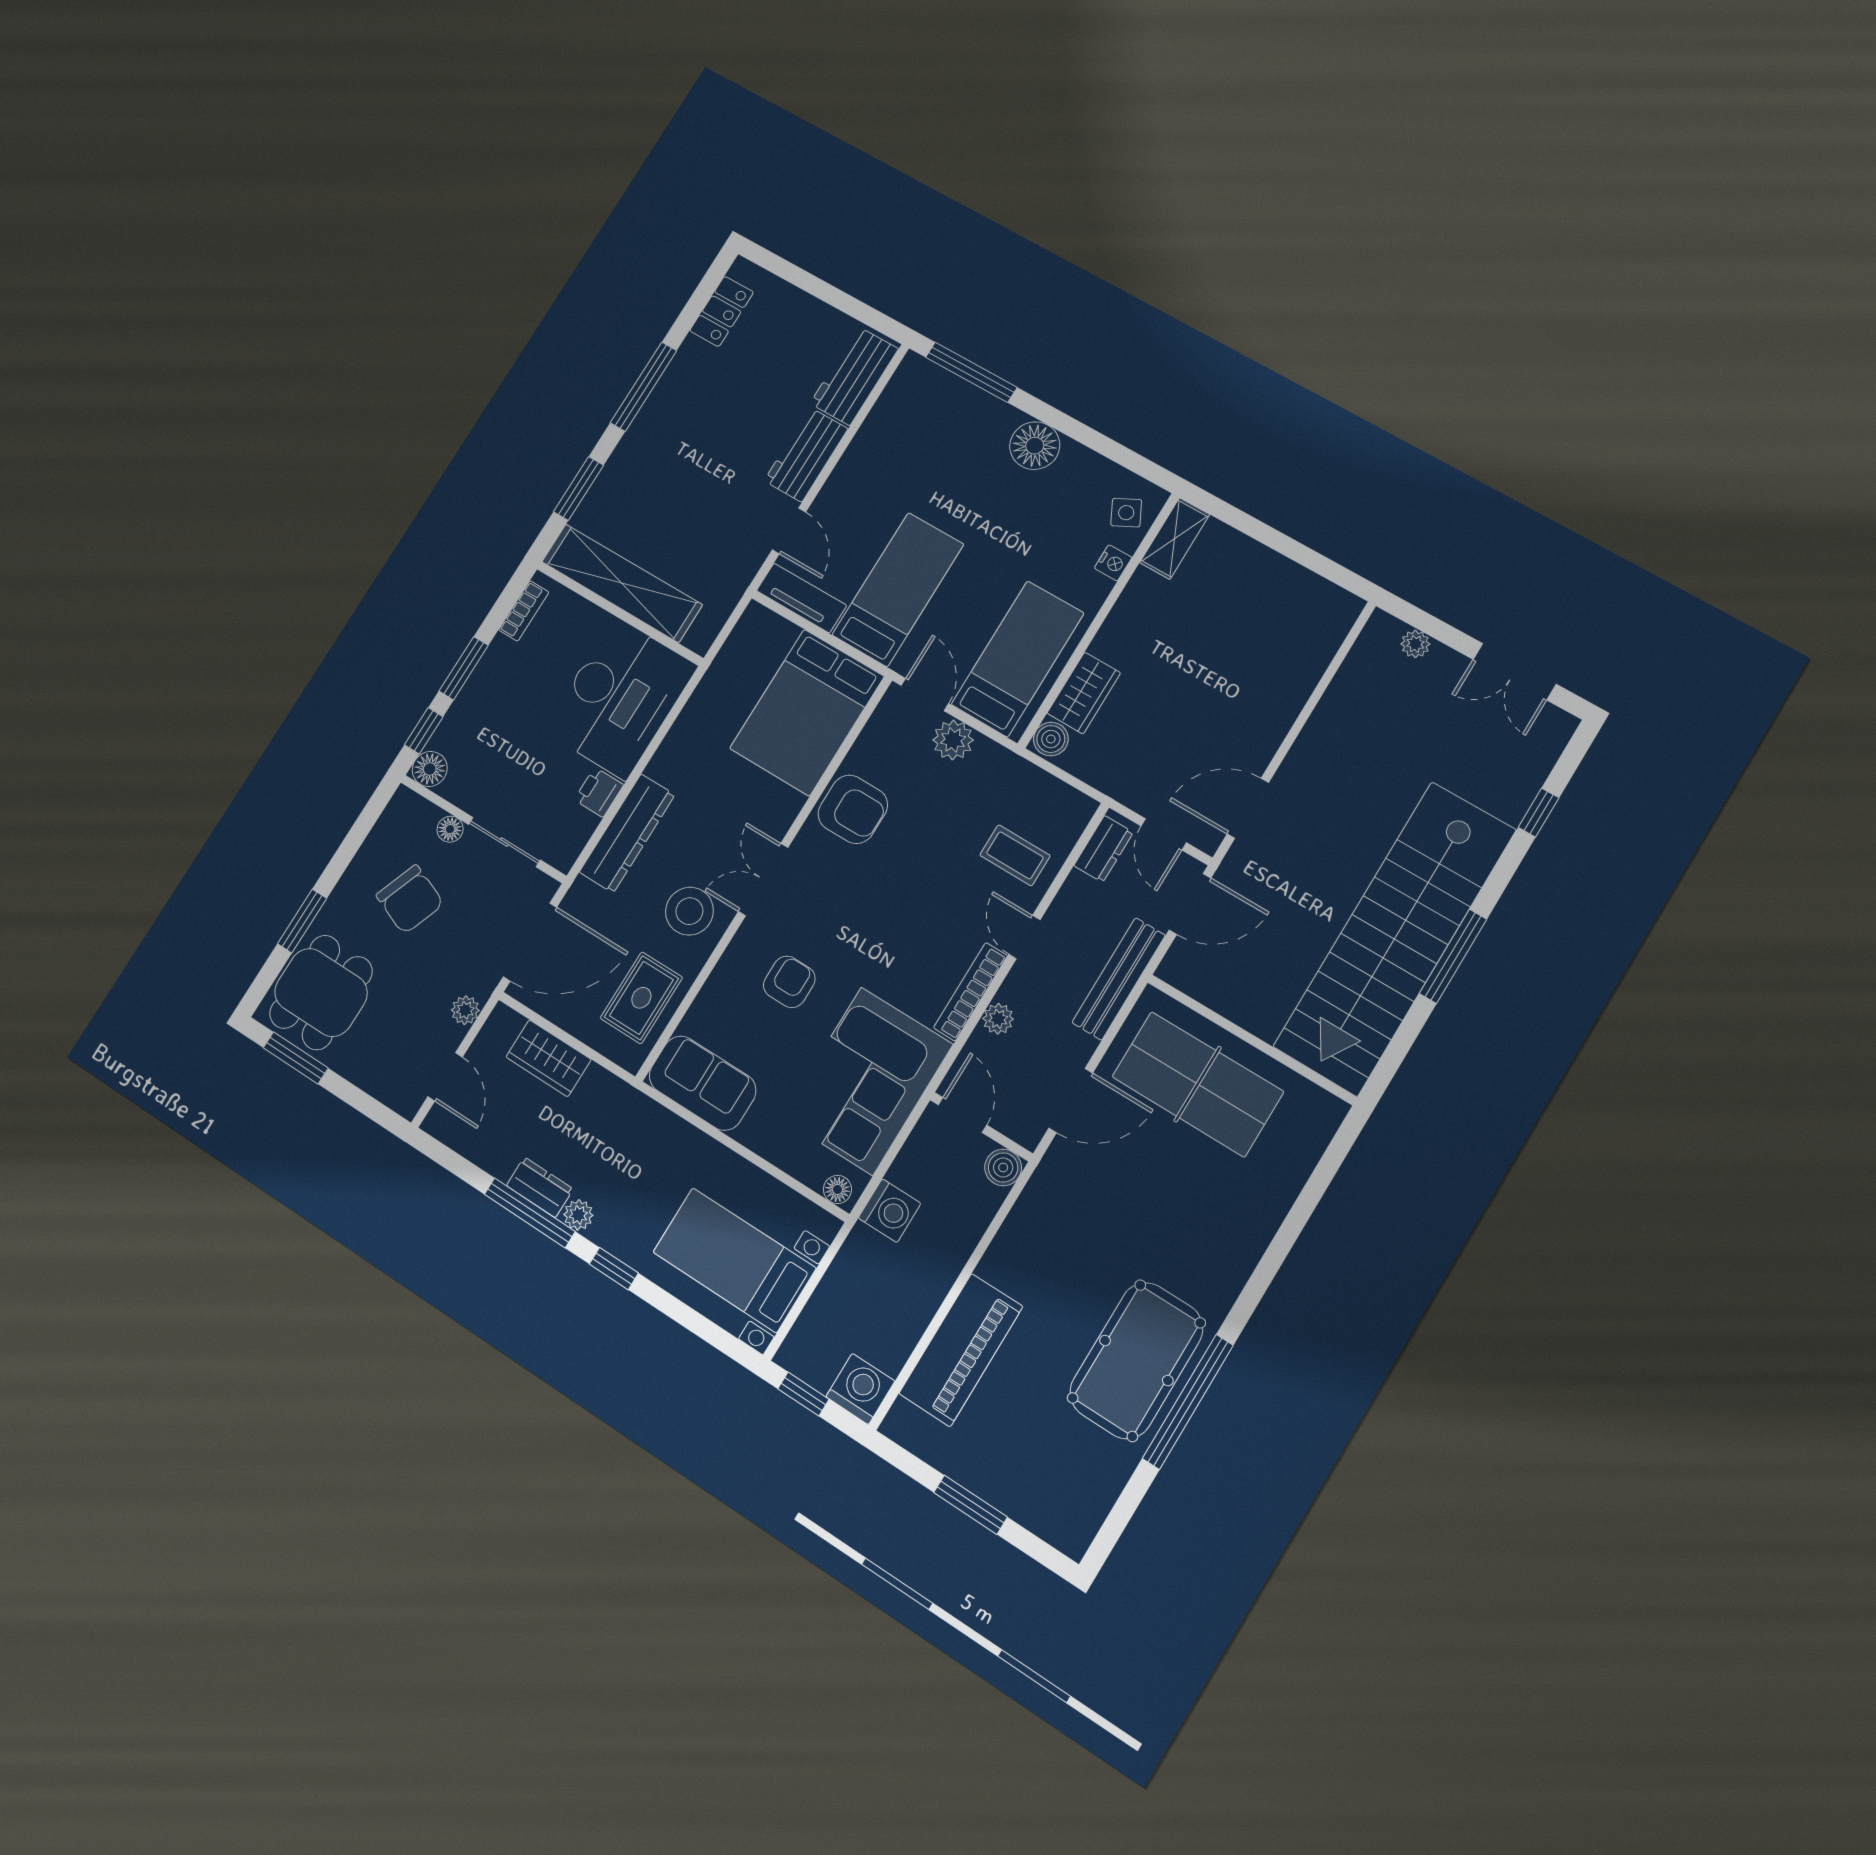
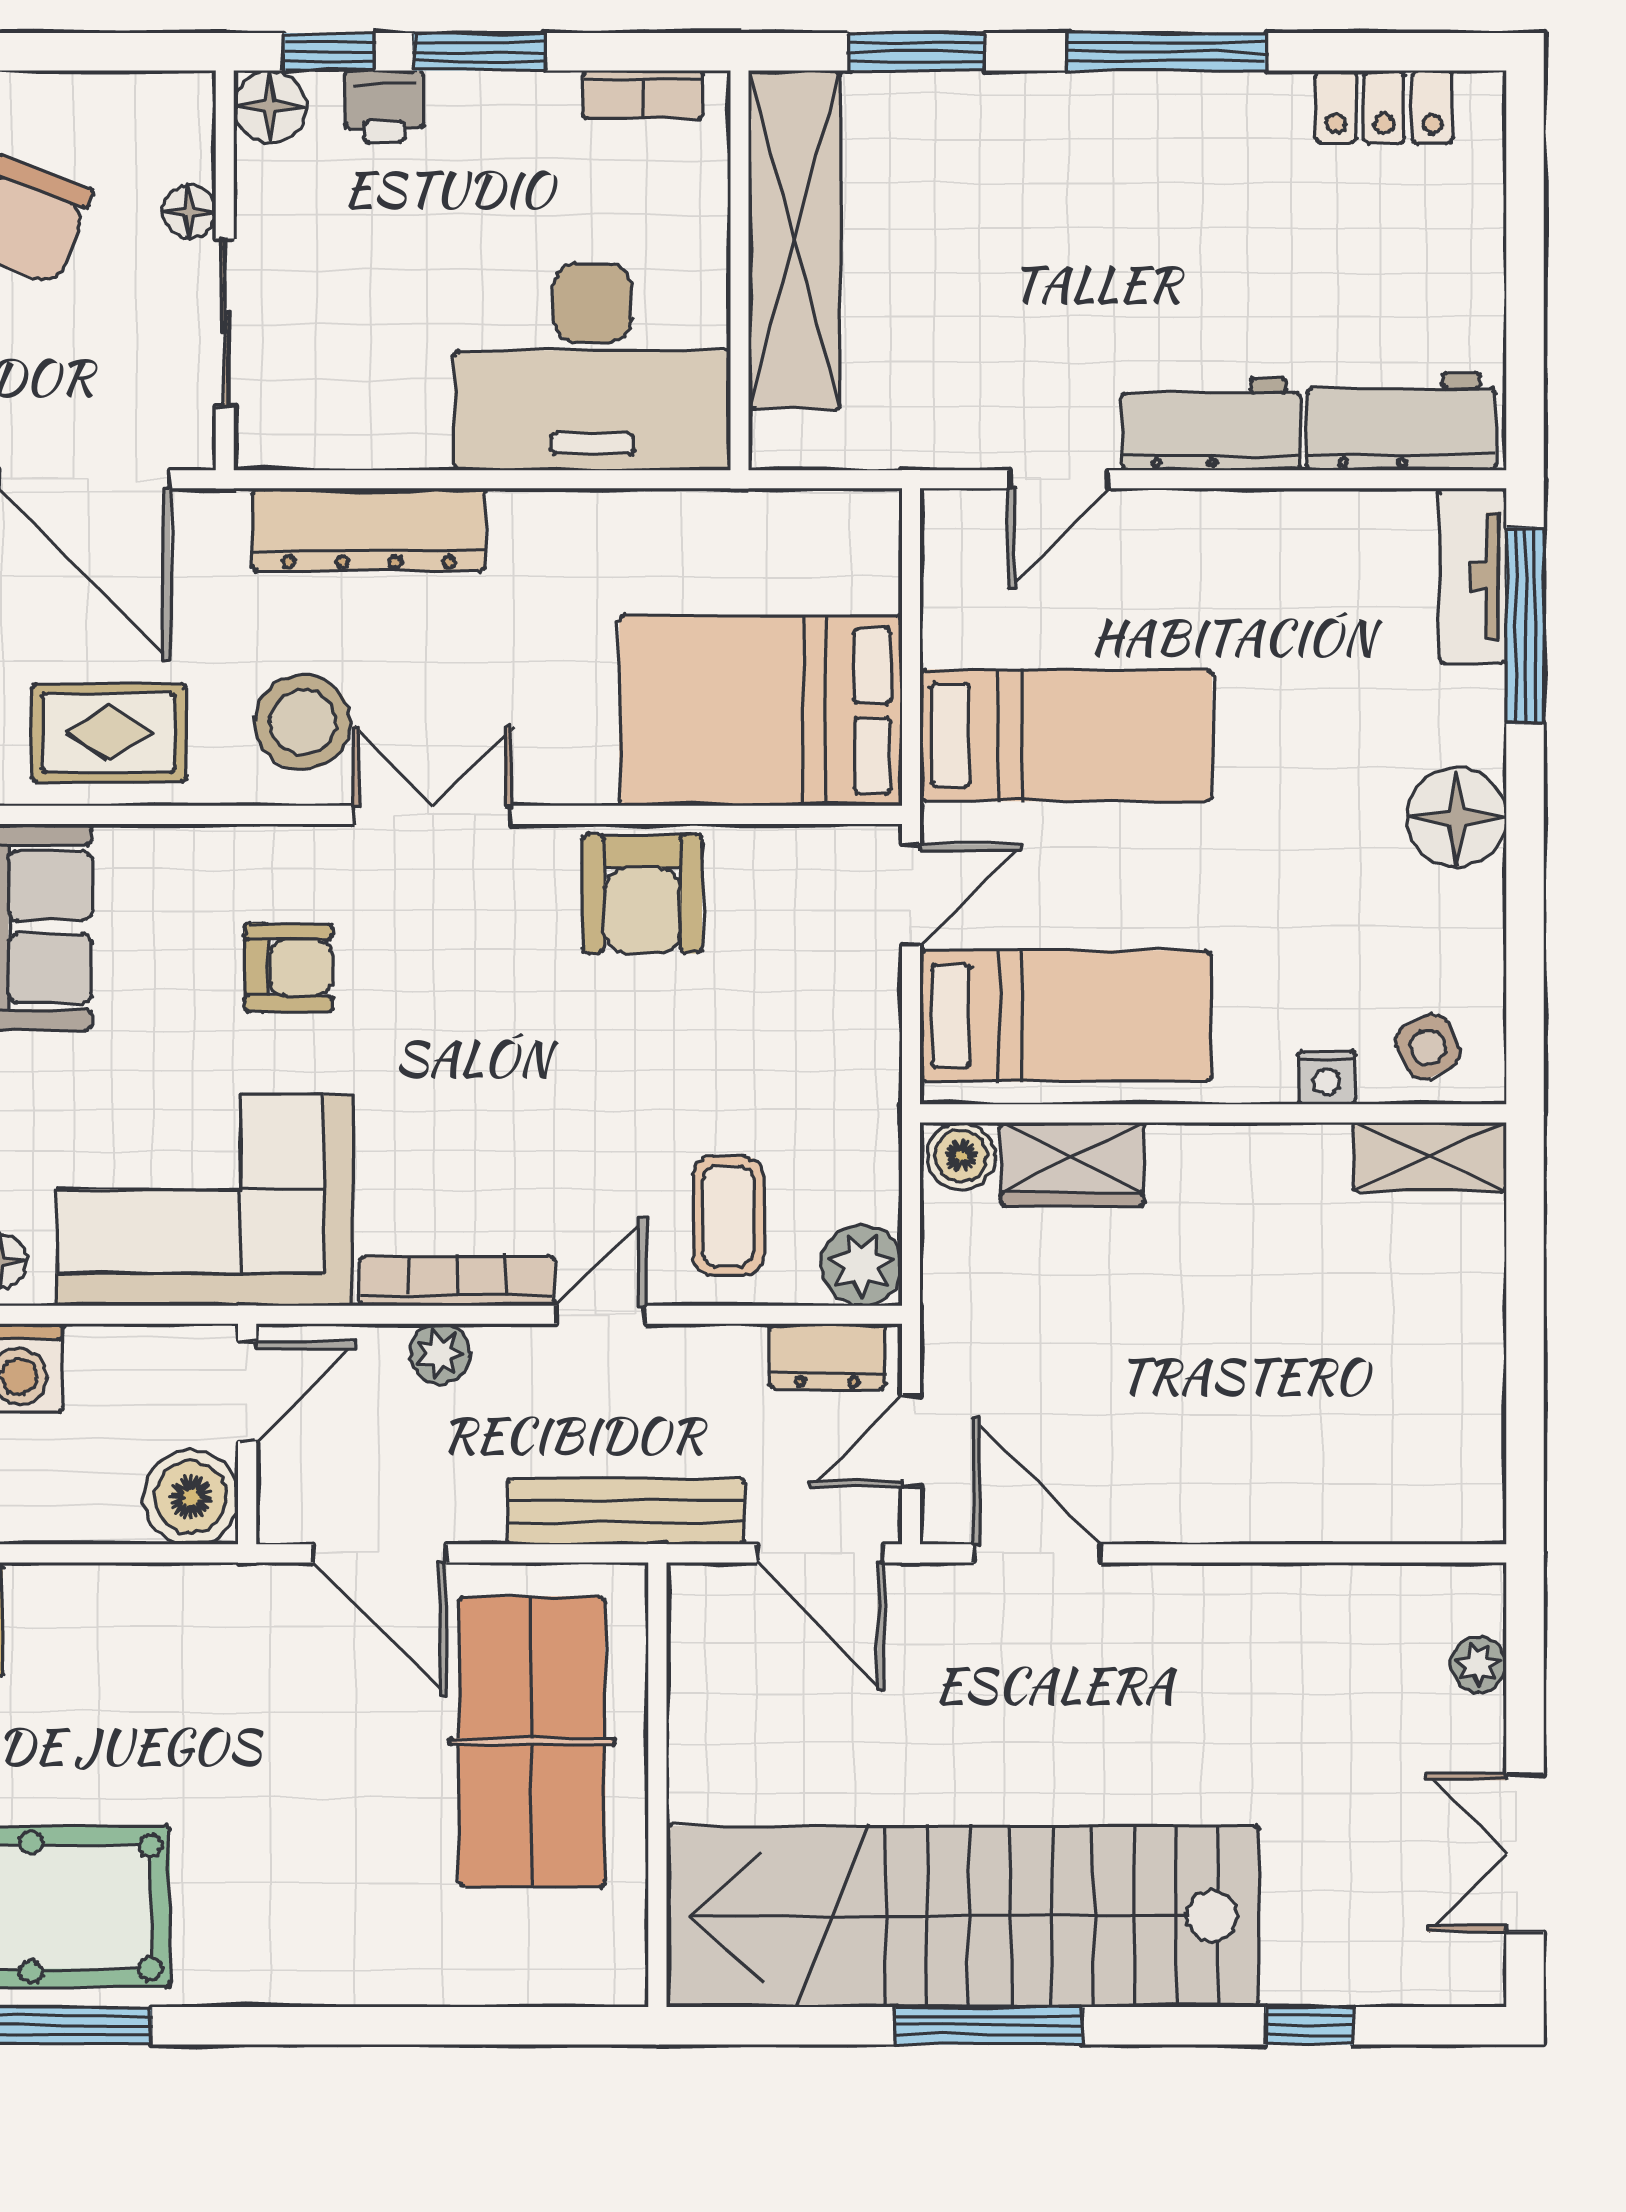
tv unit: (802, 598) -> (1473, 576), moved, turned 180
plant: (953, 740) -> (862, 1265), moved
printer: (599, 792) -> (384, 106), moved, turned 180
boiler: (1003, 1167) -> (191, 1497), width x1.36, depth x1.36

